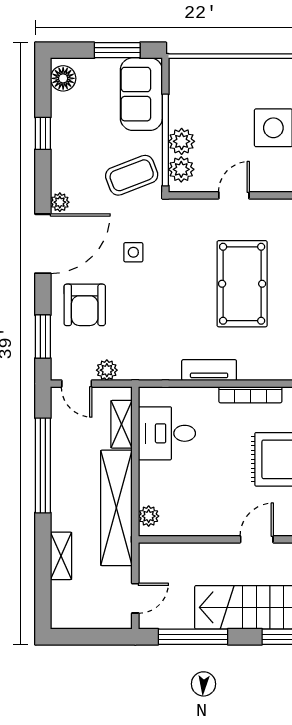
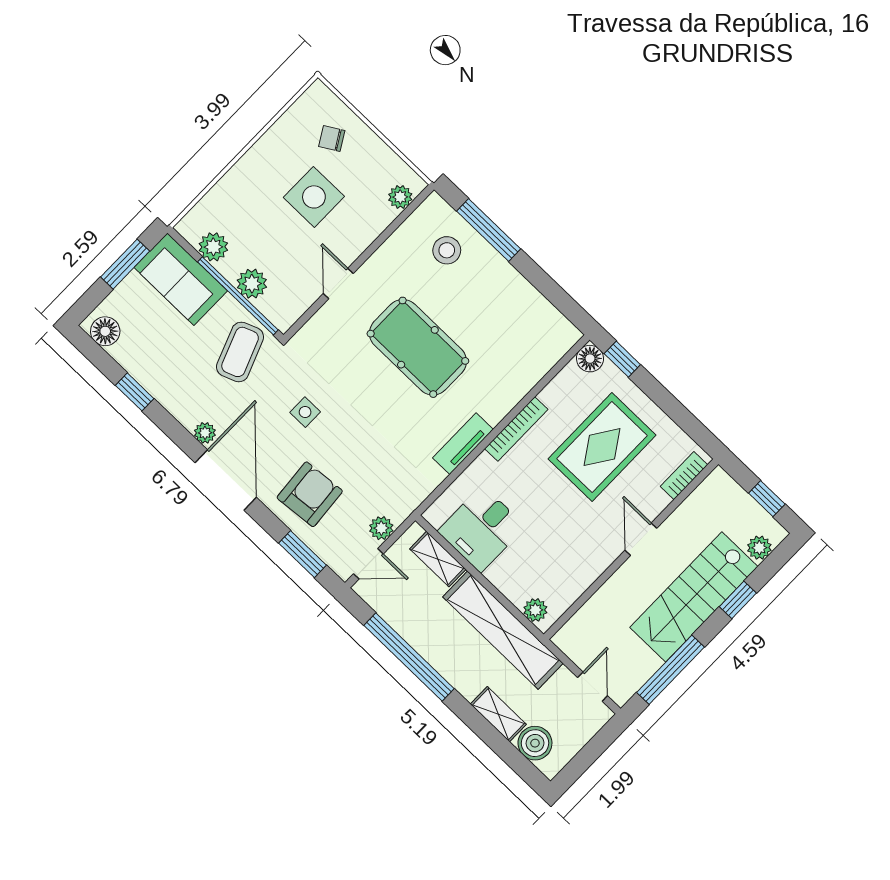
plant: (181, 169) -> (213, 247), moved
armchair: (85, 305) -> (310, 494), turned -95
boiler: (65, 596) -> (535, 743), added

